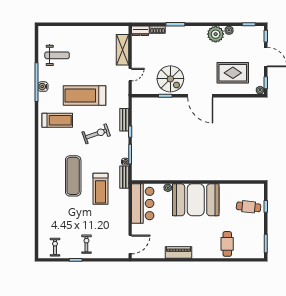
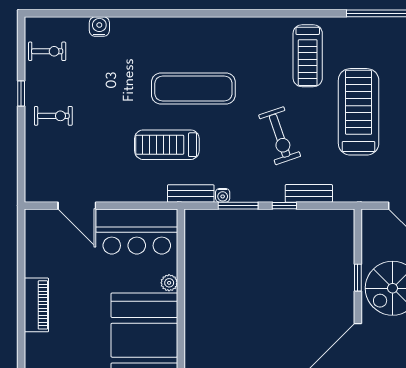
water cooler: (43, 87) -> (99, 27), moved
door: (130, 244) -> (77, 206), moved

